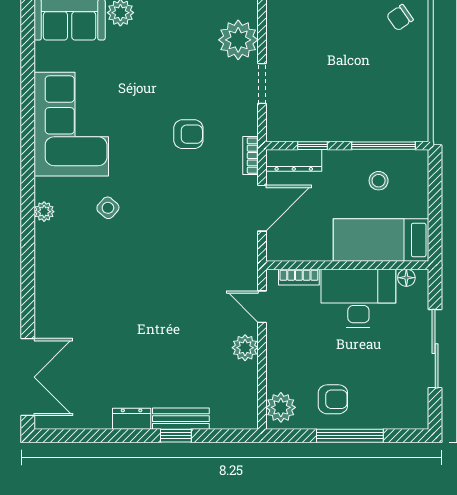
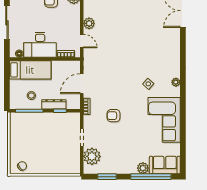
dresser: (294, 160) -> (54, 104), moved

